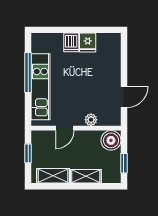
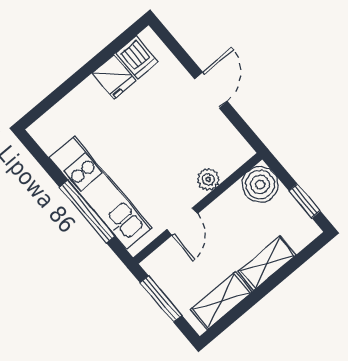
dishwasher: (71, 42) -> (137, 57), moved
window: (28, 73) -> (87, 212), moved
door: (124, 97) -> (211, 90), moved
window: (28, 153) -> (161, 299), width x1.50

